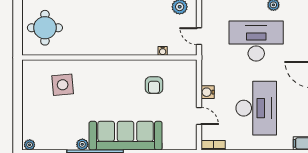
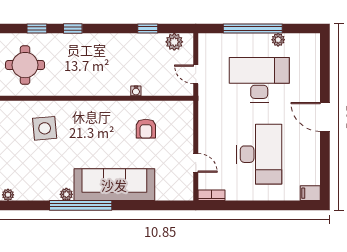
water cooler: (163, 51) -> (136, 91), moved
water cooler: (208, 92) -> (205, 136), removed

